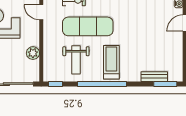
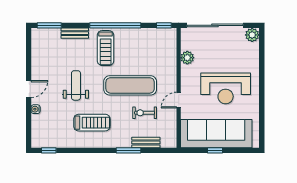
door: (41, 12) -> (179, 100), swing flipped
weight bench: (76, 60) -> (76, 85), moved
bench: (154, 77) -> (75, 33), moved

